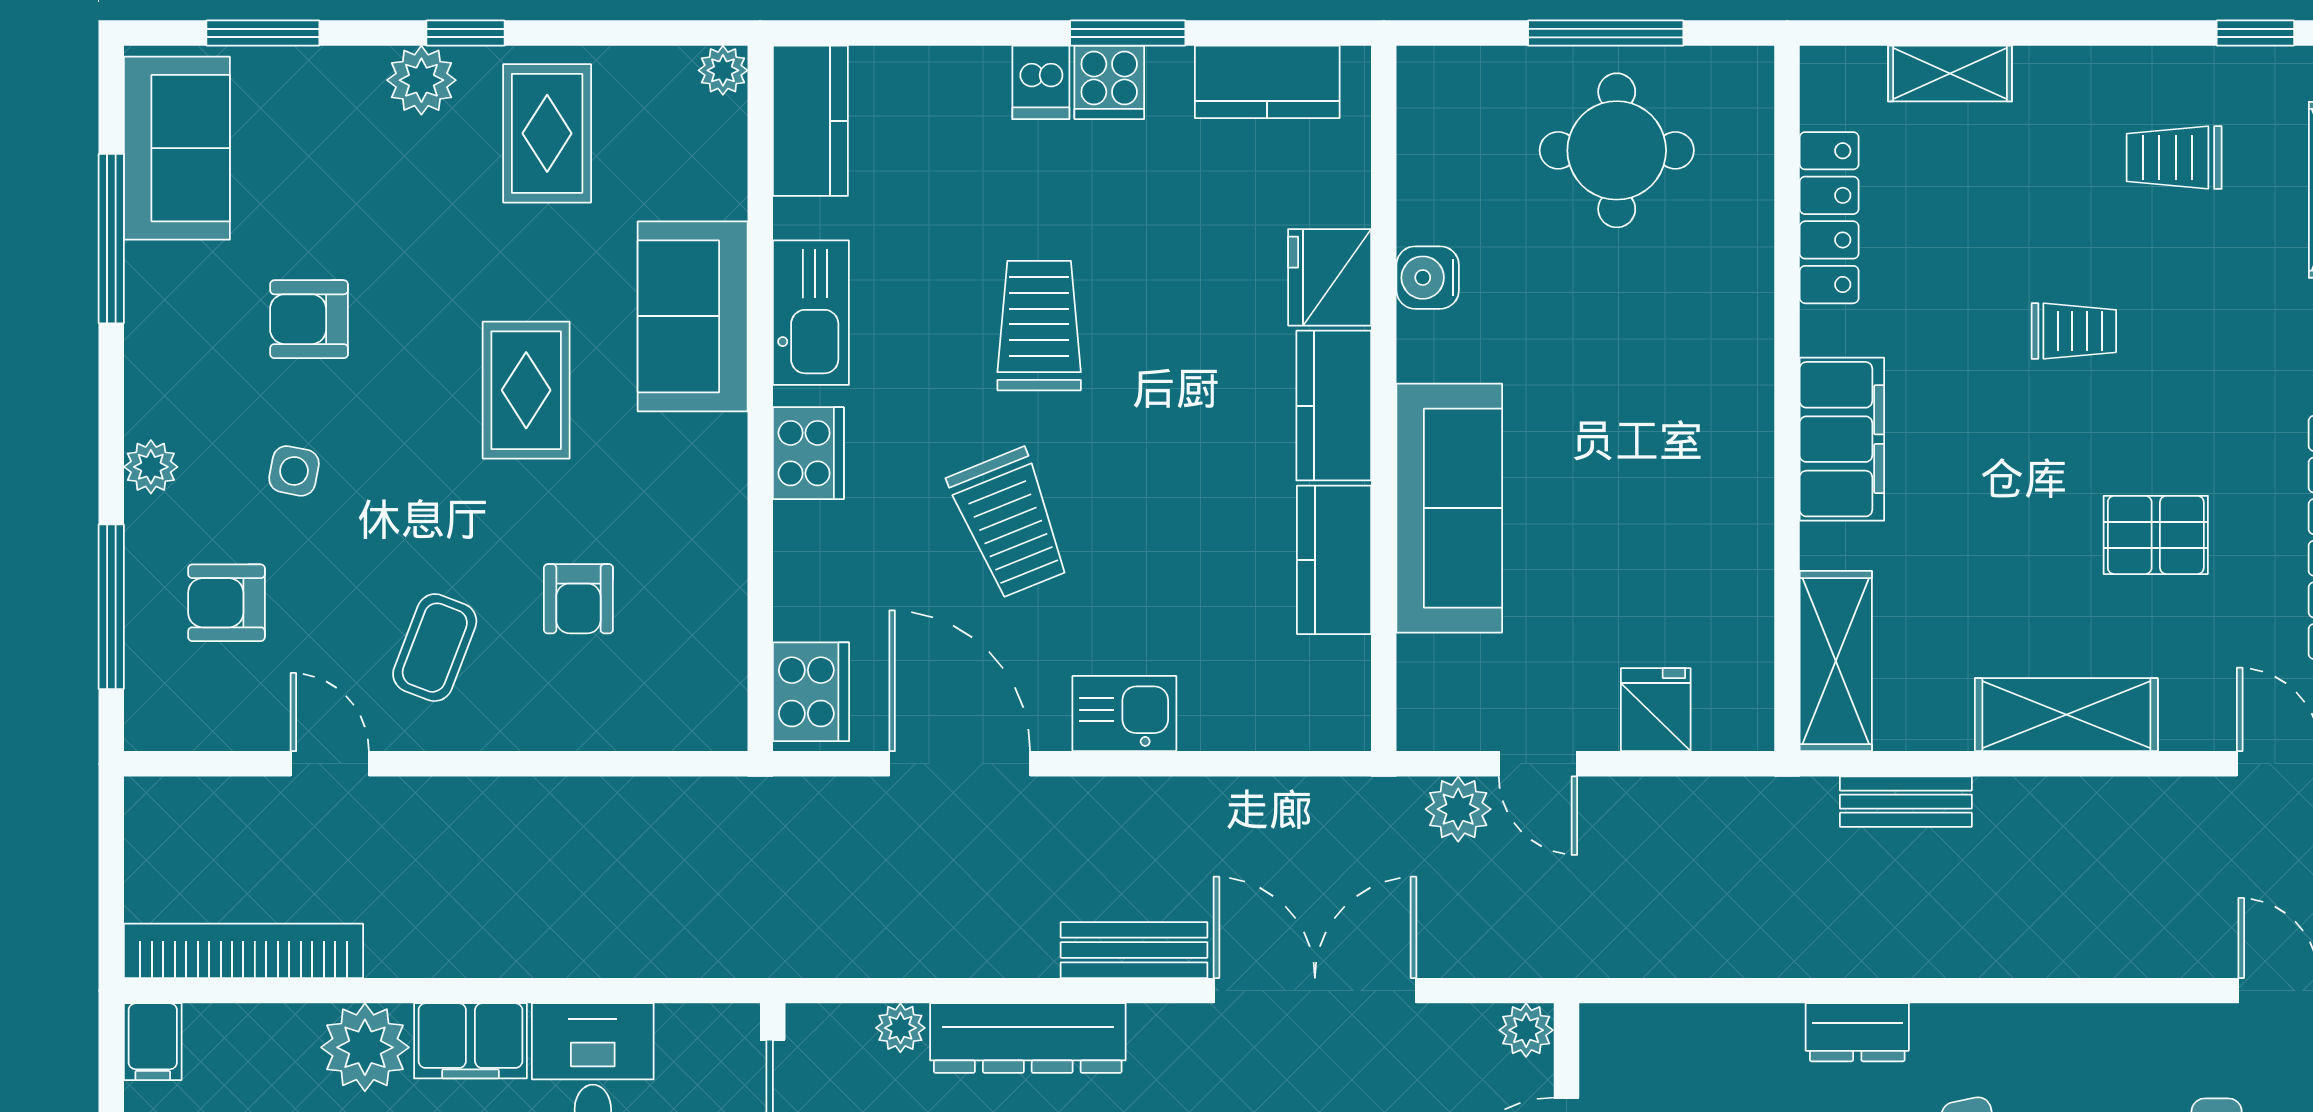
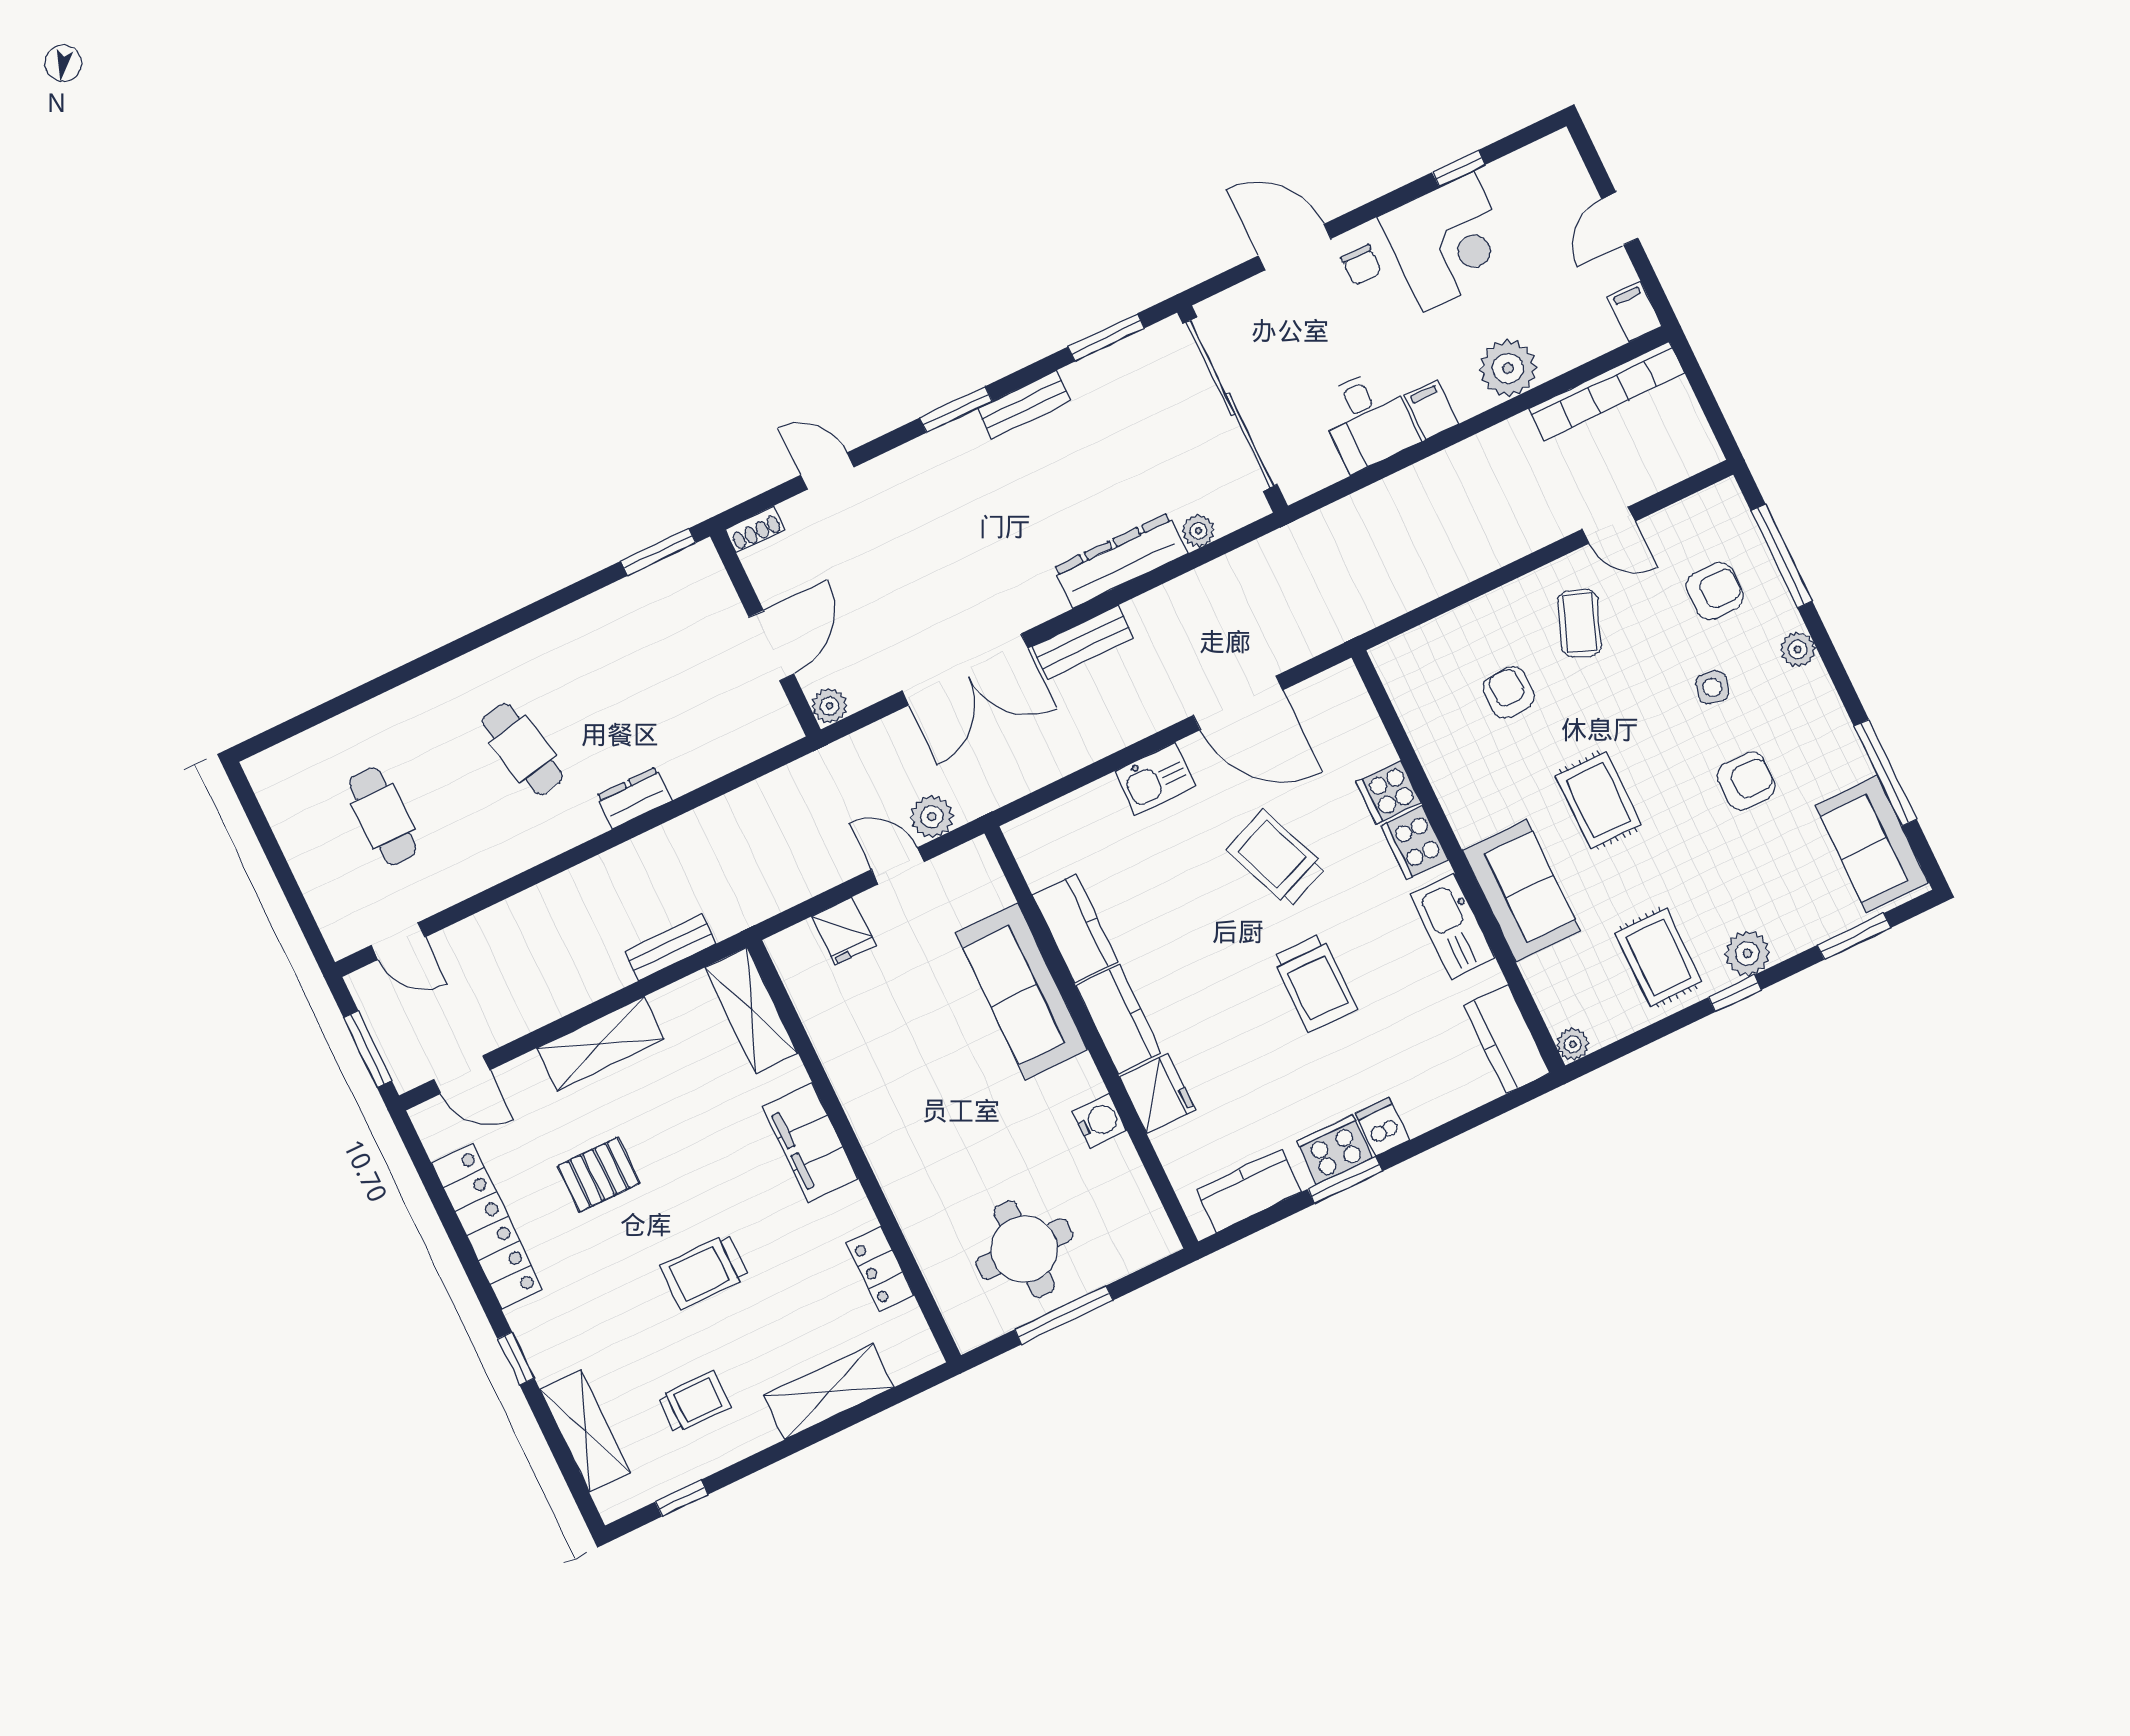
shelving: (1950, 74) -> (829, 1391), width x1.50, depth x1.33
cooker: (1109, 82) -> (1335, 1150), width x1.36
locker: (1829, 218) -> (880, 1269), width x0.66
trolley: (2074, 331) -> (704, 1272), width x1.36, depth x1.39
cooker: (811, 692) -> (1388, 792), moved, width x0.73
filing cabinet: (470, 1041) -> (1431, 410), width x0.50

